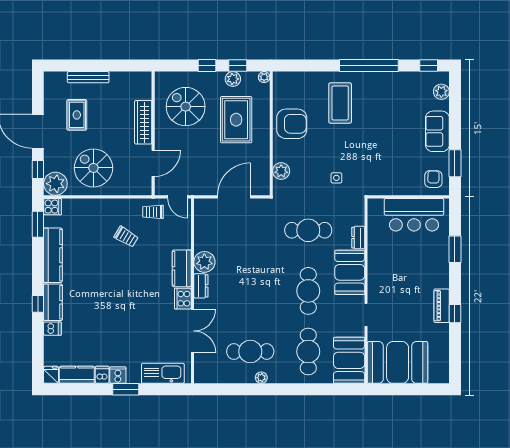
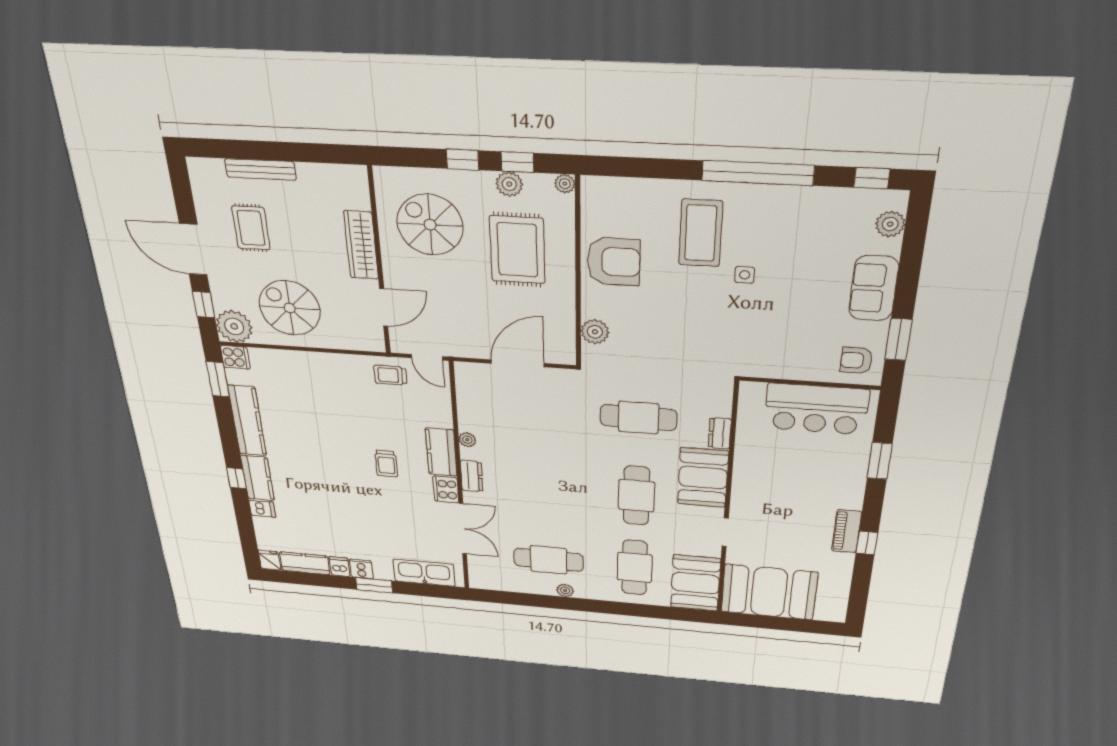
side table: (336, 178) -> (745, 275), moved
armchair: (433, 179) -> (856, 360), turned -91
trolley: (126, 237) -> (386, 463), moved, turned 59
plant: (204, 262) -> (467, 440), width x0.53, depth x0.53

